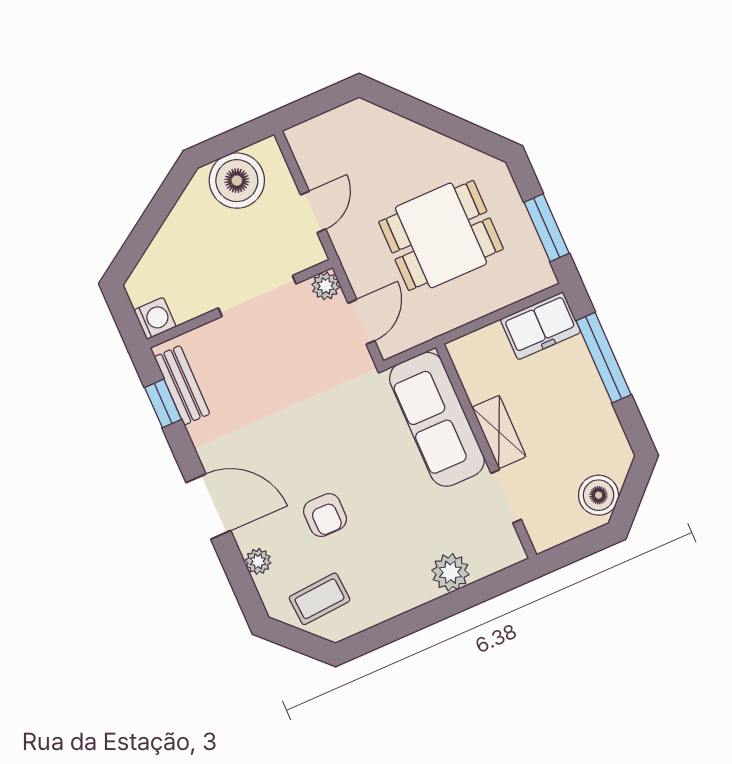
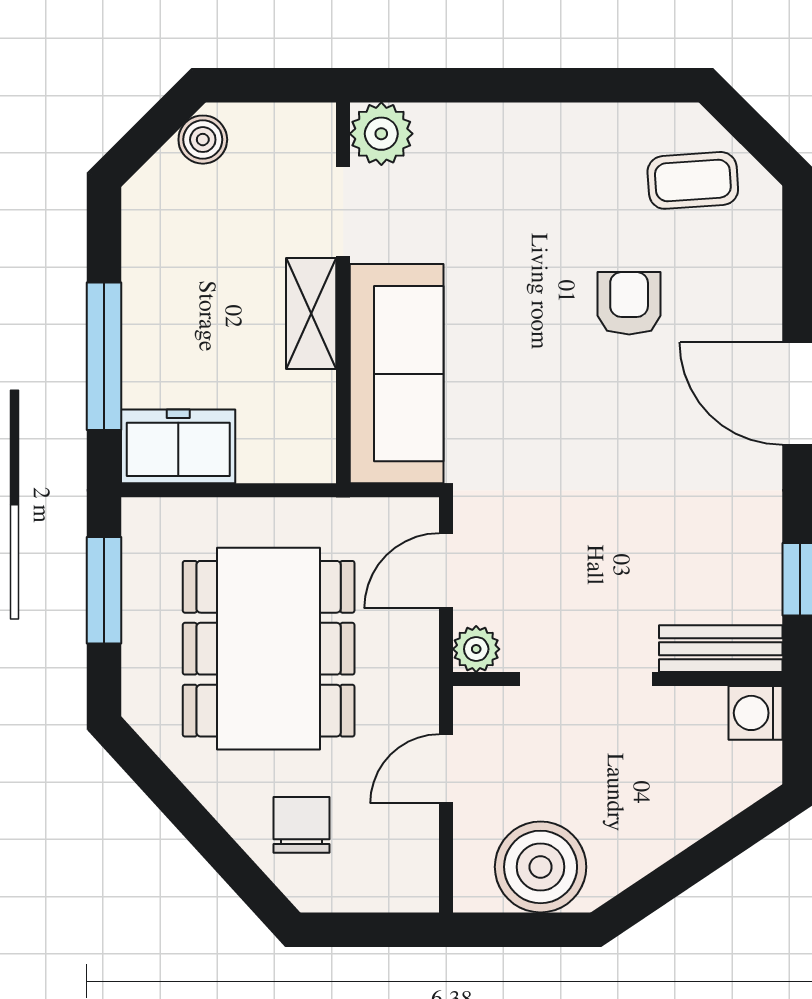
chair: (380, 146) -> (301, 825), added
dining table: (441, 235) -> (269, 649), width x1.38
bench: (182, 385) -> (721, 649), moved, turned 90
boiler: (599, 495) -> (203, 140), width x0.73, depth x0.73
plant: (258, 561) -> (761, 278), removed
plant: (450, 572) -> (381, 134), moved

